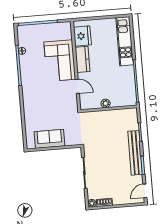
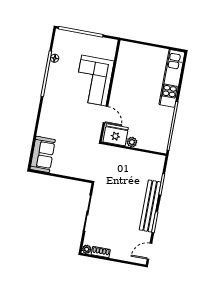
fridge: (82, 36) -> (116, 135), moved, turned -90
kitchen counter: (83, 59) -> (119, 86), removed
sofa: (50, 139) -> (43, 154), moved, turned 90

